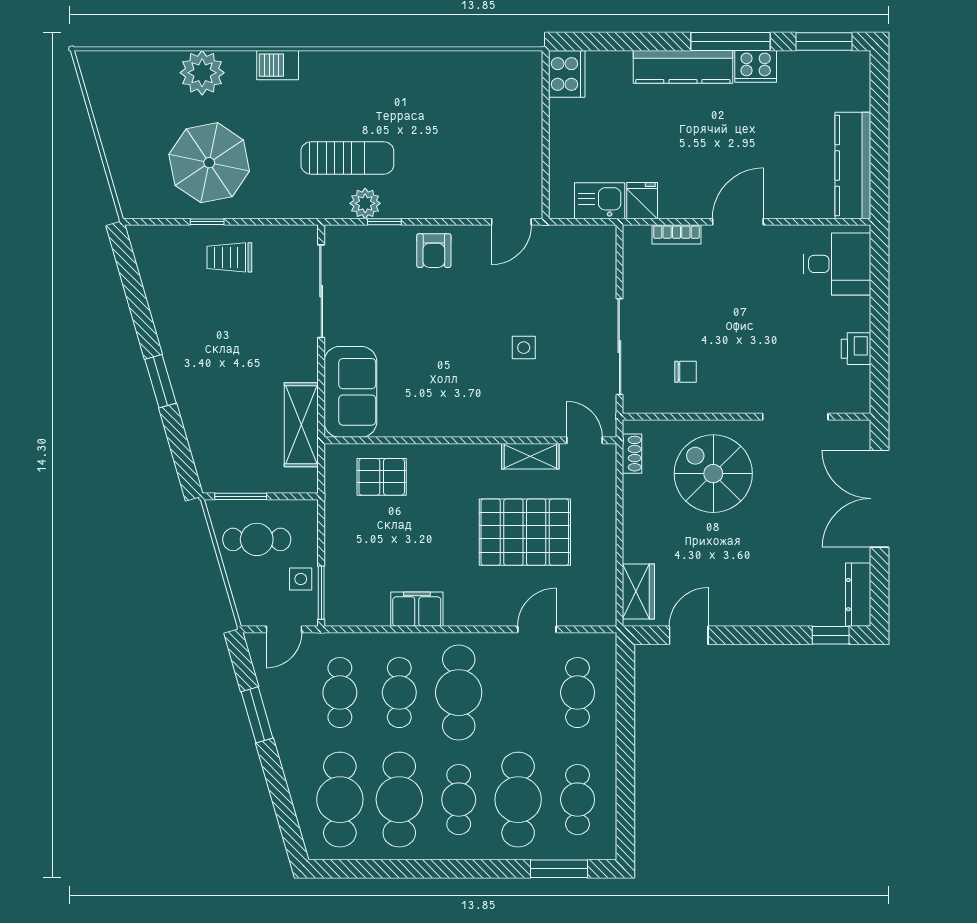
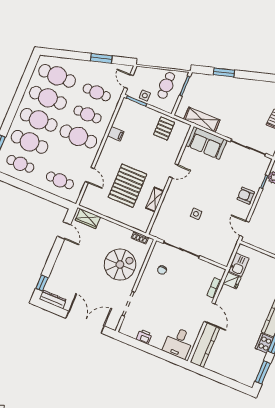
kitchen counter: (853, 165) -> (205, 345), moved, turned 90
window: (161, 381) -> (224, 72), moved
door: (584, 440) -> (174, 171), moved
pallet: (382, 477) -> (164, 129), moved
filing cabinet: (417, 609) -> (116, 134), width x0.50
cafe table: (459, 800) -> (39, 120), width x1.37, depth x1.35

